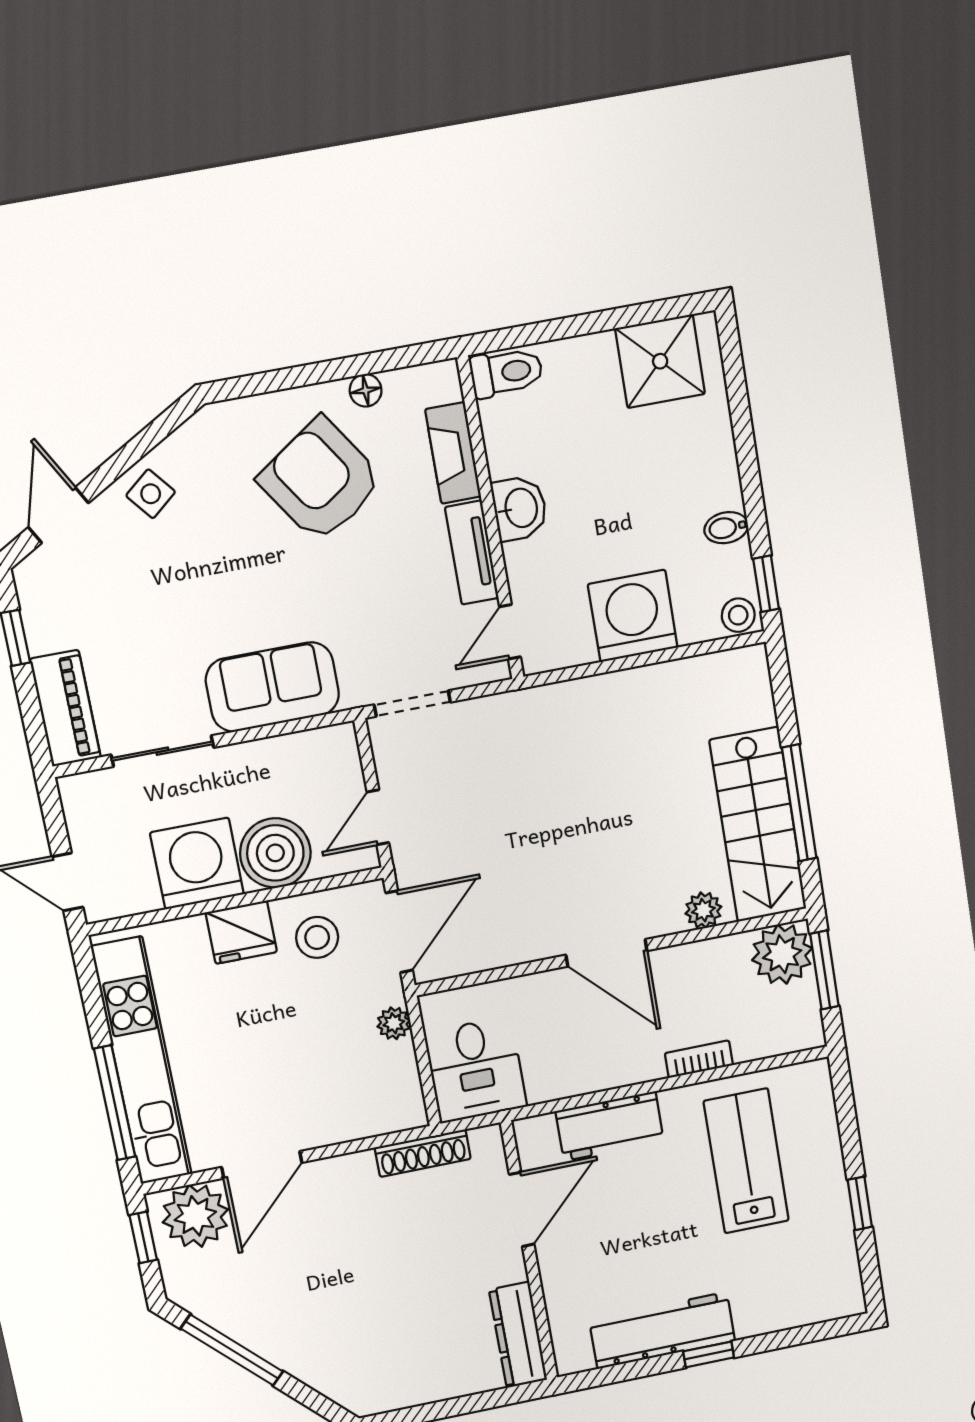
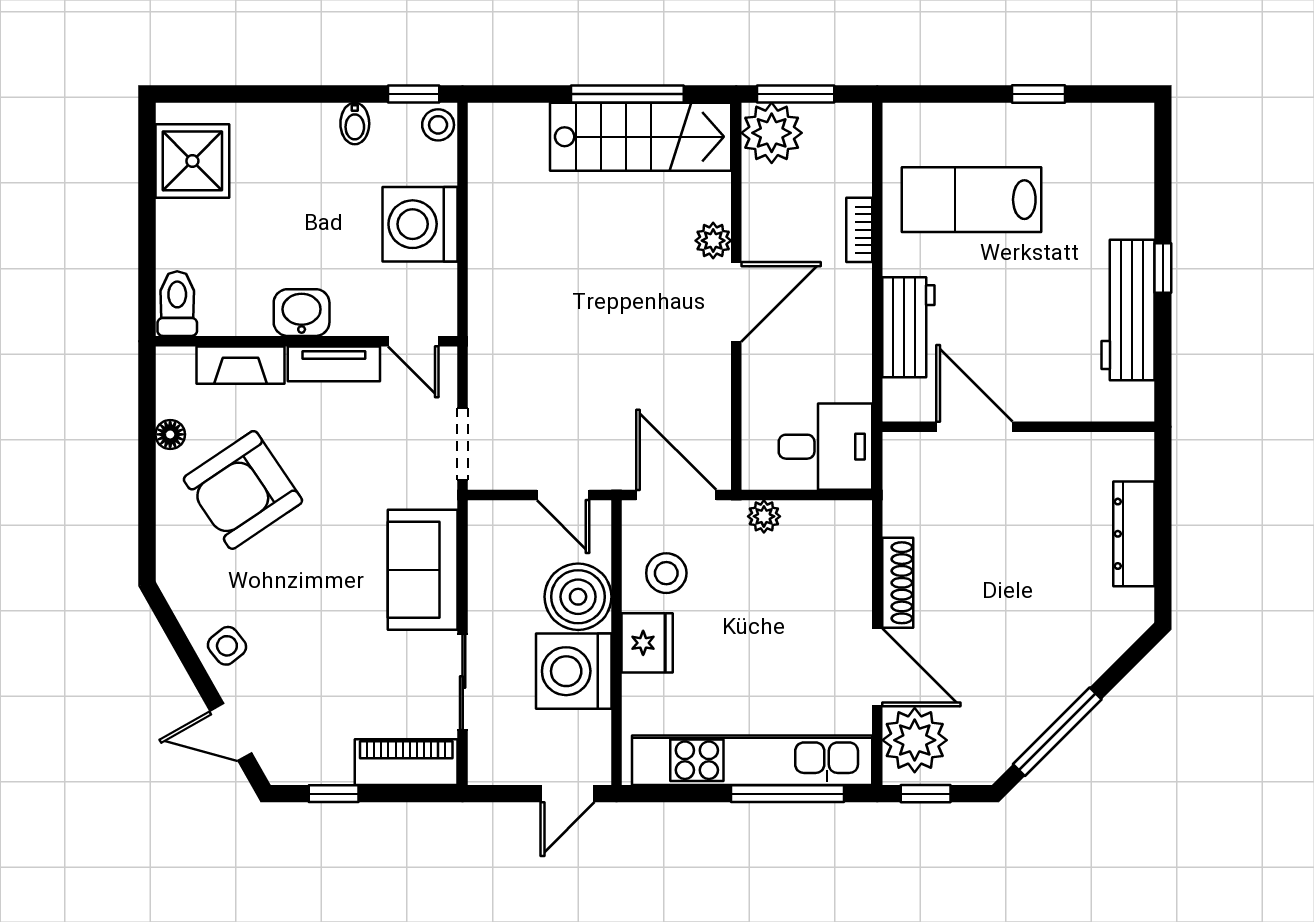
plant: (703, 910) -> (713, 241), moved
shoe rack: (423, 1153) -> (898, 583), moved
dresser: (518, 1335) -> (1134, 534), moved, turned 90

